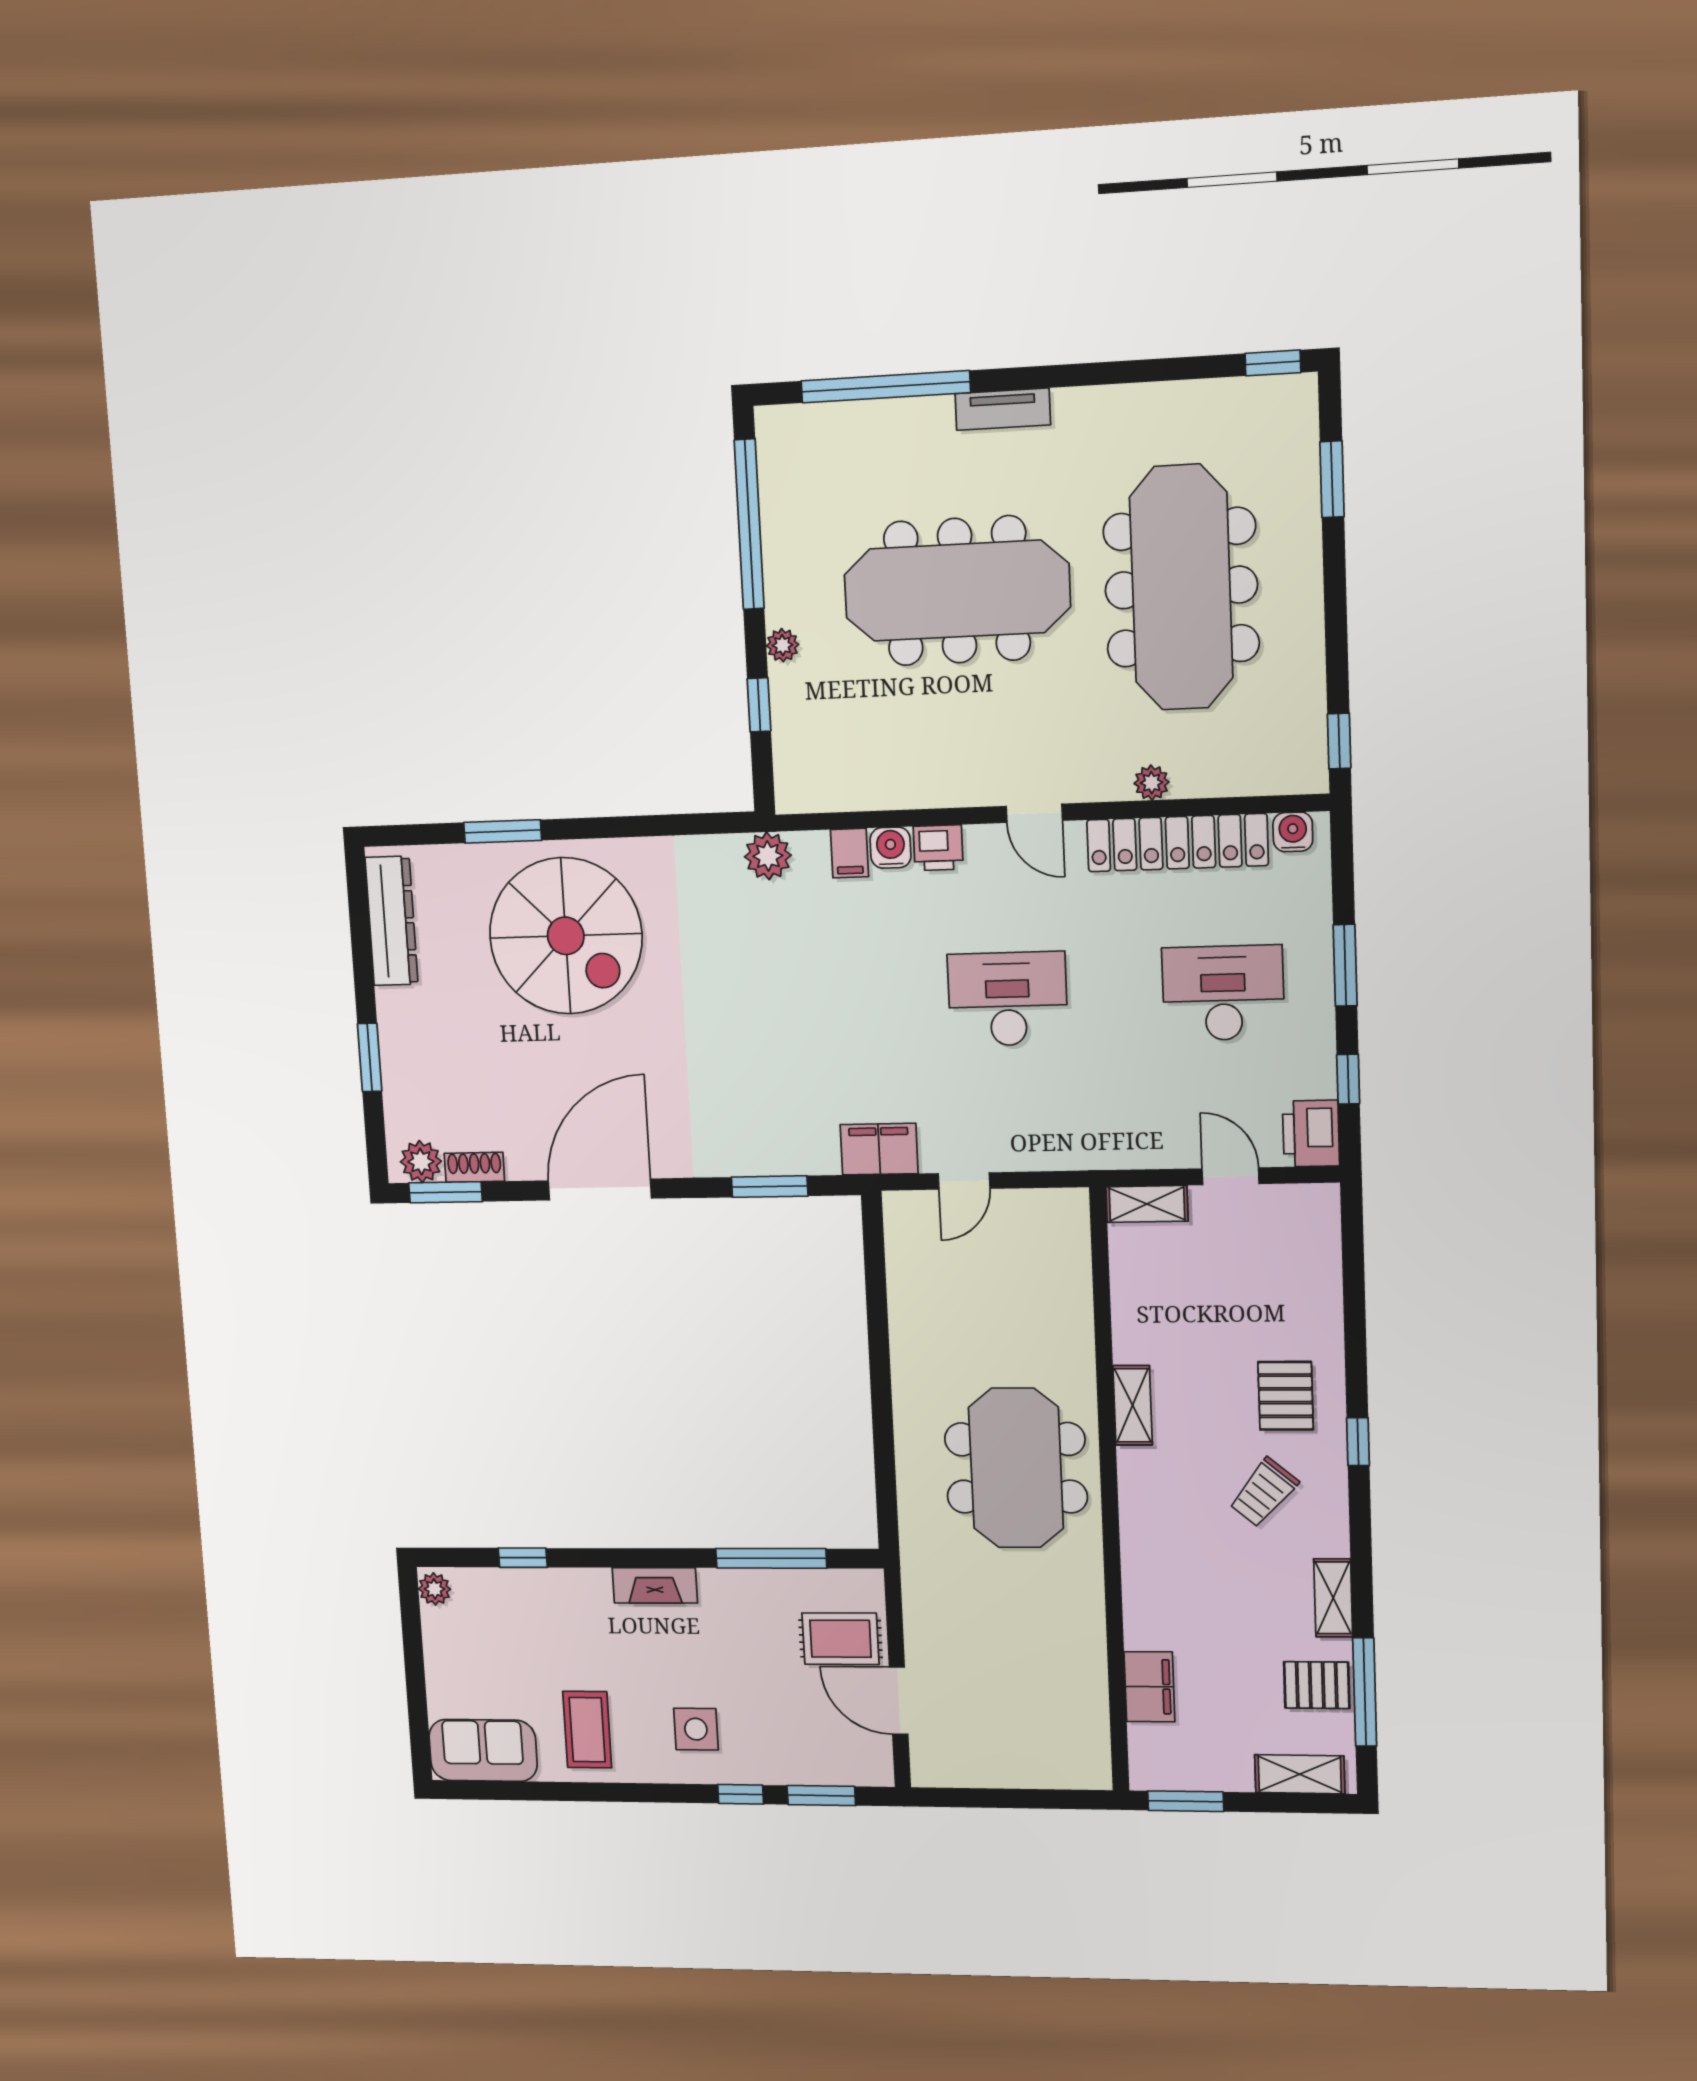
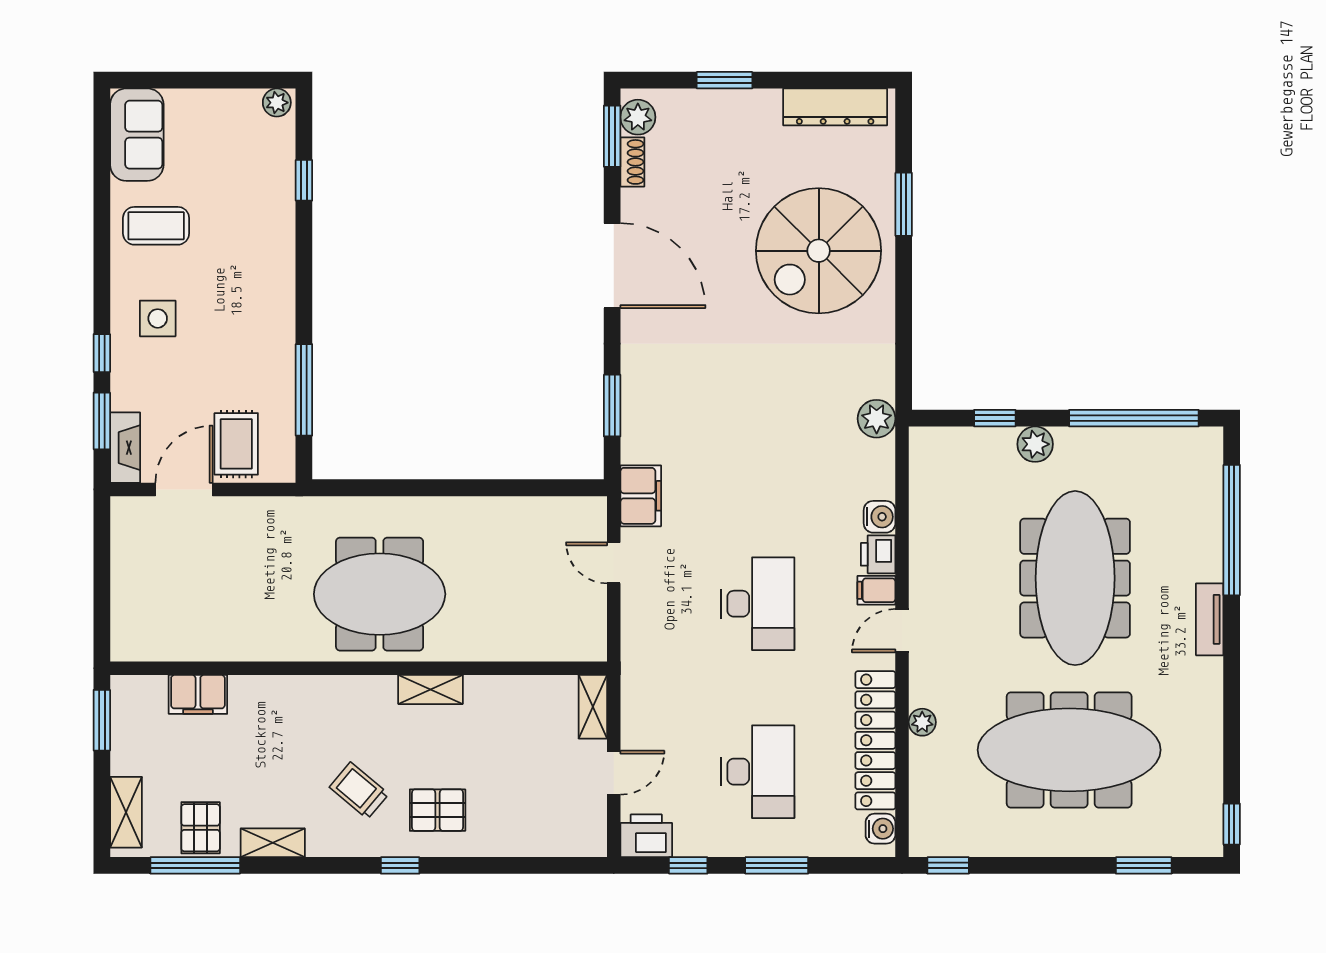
plant: (783, 645) -> (1035, 444), width x1.38, depth x1.38
filing cabinet: (850, 853) -> (876, 590), moved
fireplace: (655, 1585) -> (125, 448), moved, turned 180

